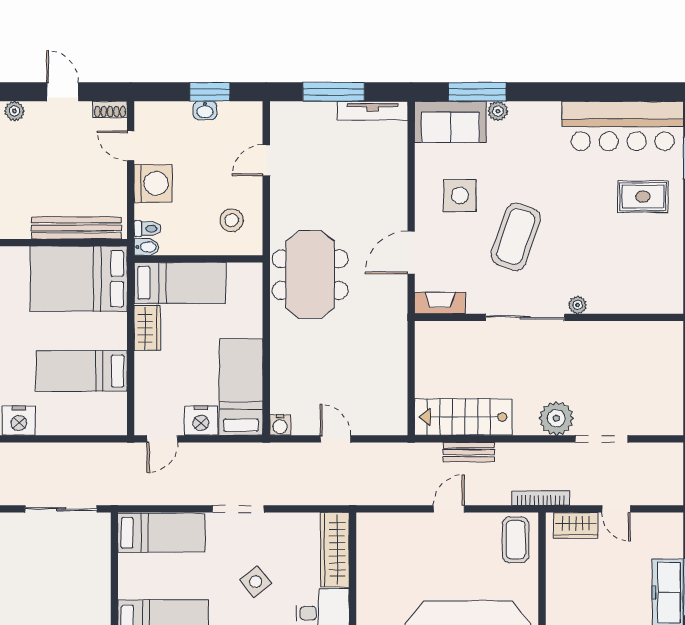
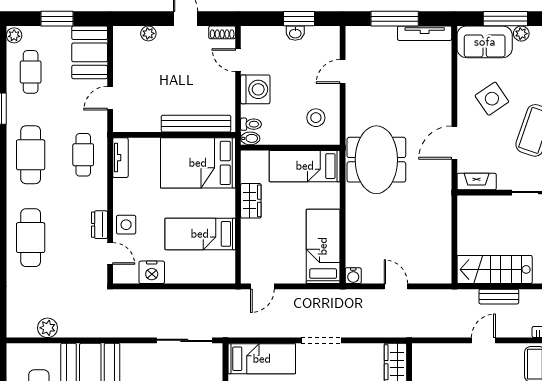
side table: (460, 196) -> (492, 99), turned -34
bed: (180, 283) -> (305, 166), moved, turned 180
nightstand: (201, 421) -> (292, 272), removed

